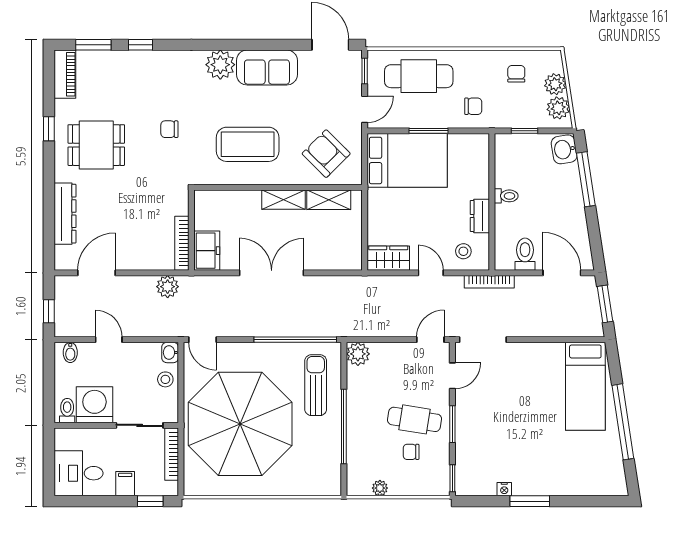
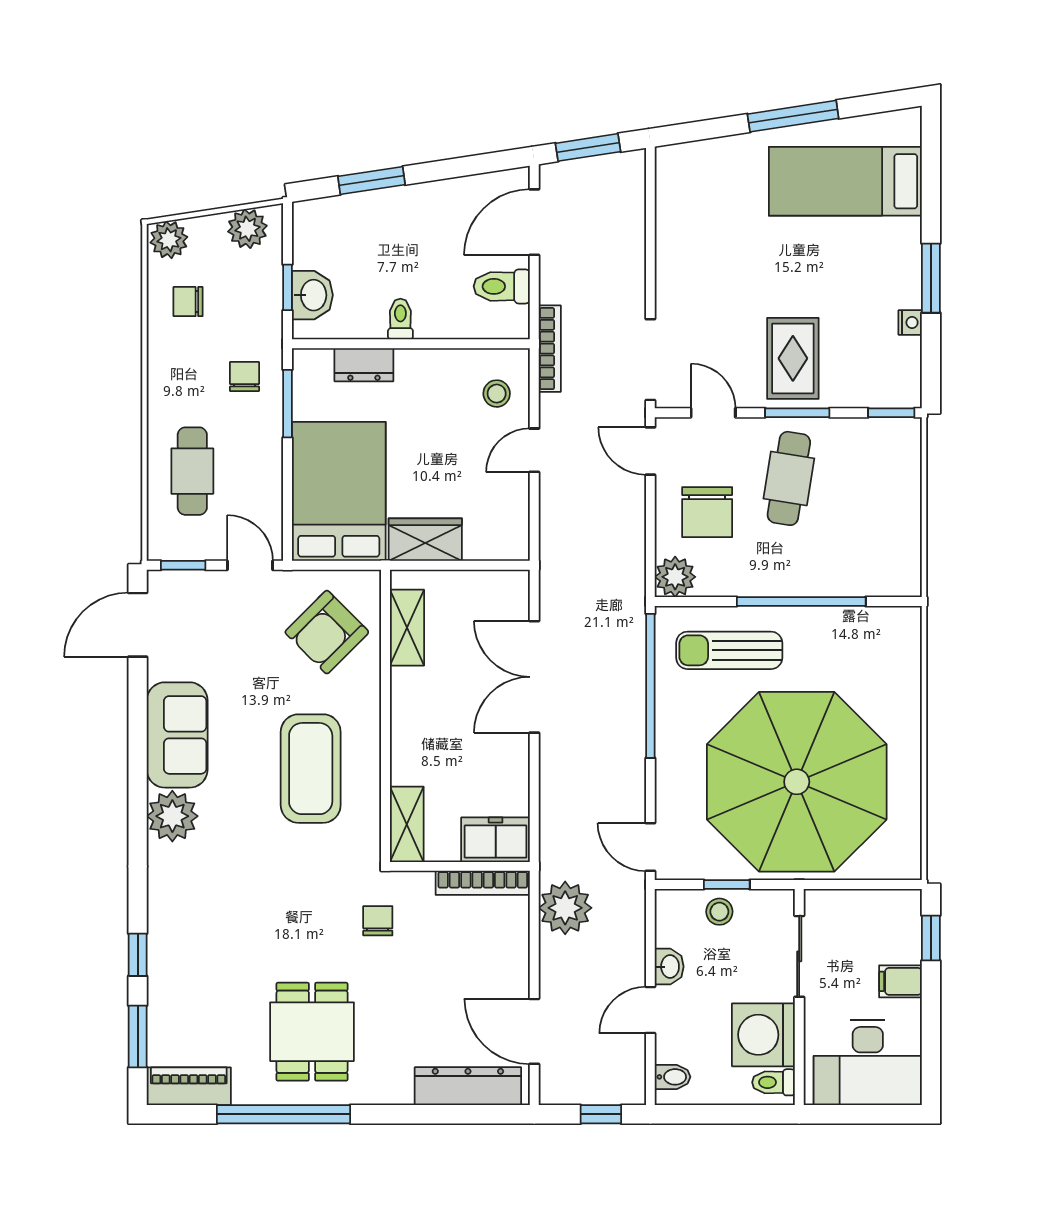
cafe table: (419, 76) -> (192, 471), width x0.73, depth x0.74
plant: (555, 84) -> (169, 240), moved
window: (49, 129) -> (283, 1114), width x3.17
chair: (169, 129) -> (378, 921), moved, turned 180
window: (429, 131) -> (288, 404), moved
washbasin: (564, 149) -> (312, 295), moved, turned -81
window: (586, 179) -> (371, 181), width x0.69
shelving: (283, 200) -> (407, 824), moved
dresser: (65, 214) -> (468, 1086), moved
dresser: (480, 216) -> (364, 365), moved
wardrobe: (388, 258) -> (425, 540), moved, turned 90
double door: (272, 273) -> (534, 677), moved
plant: (168, 287) -> (565, 908), width x1.36, depth x1.36
door: (203, 340) -> (650, 847), swing flipped
washbasin: (170, 352) -> (669, 967), moved, turned -90
window: (181, 384) -> (727, 885), added
bed: (585, 386) -> (845, 181), moved, turned 180
rug: (484, 422) -> (793, 358), added
window: (623, 422) -> (793, 116), width x0.68
chair: (411, 452) -> (707, 512), moved, width x1.87, depth x1.87
bookcase: (172, 454) -> (849, 901), removed
desk: (78, 473) -> (868, 1063), width x1.37
plant: (380, 488) -> (908, 539), removed

